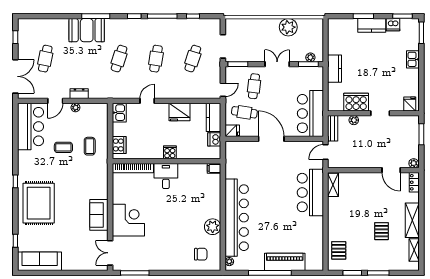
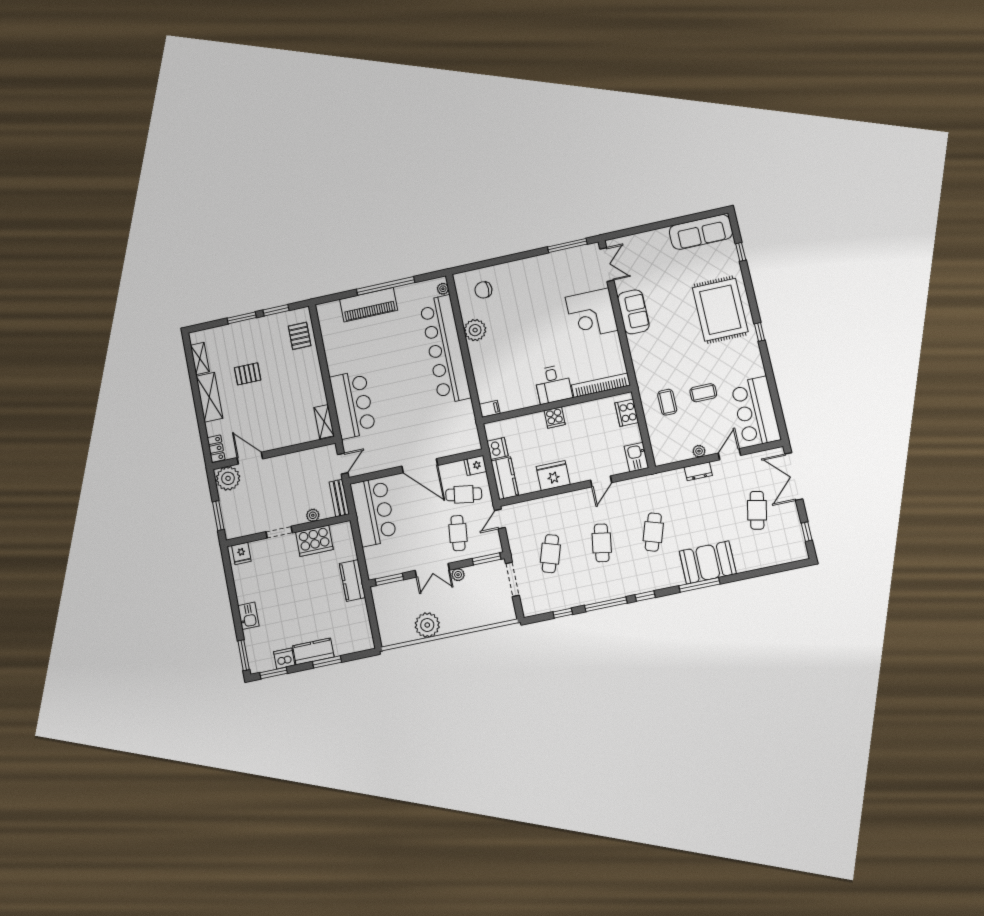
plant: (310, 57) -> (458, 575), moved
plant: (414, 163) -> (228, 478), width x1.88, depth x1.88
pallet: (382, 231) -> (248, 374), turned 90

